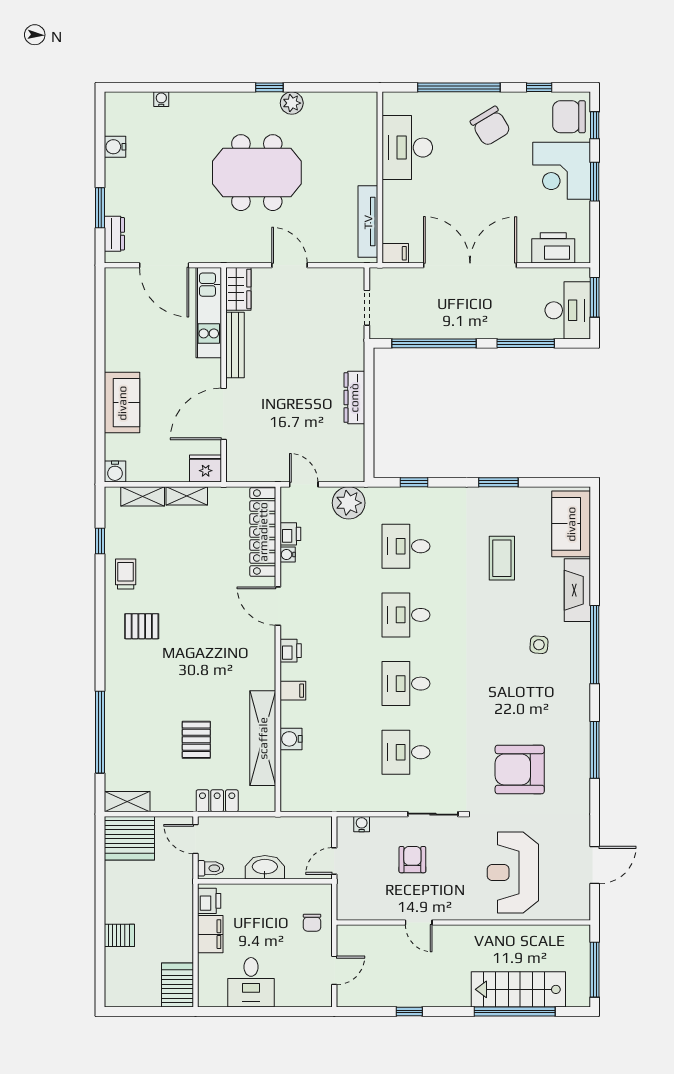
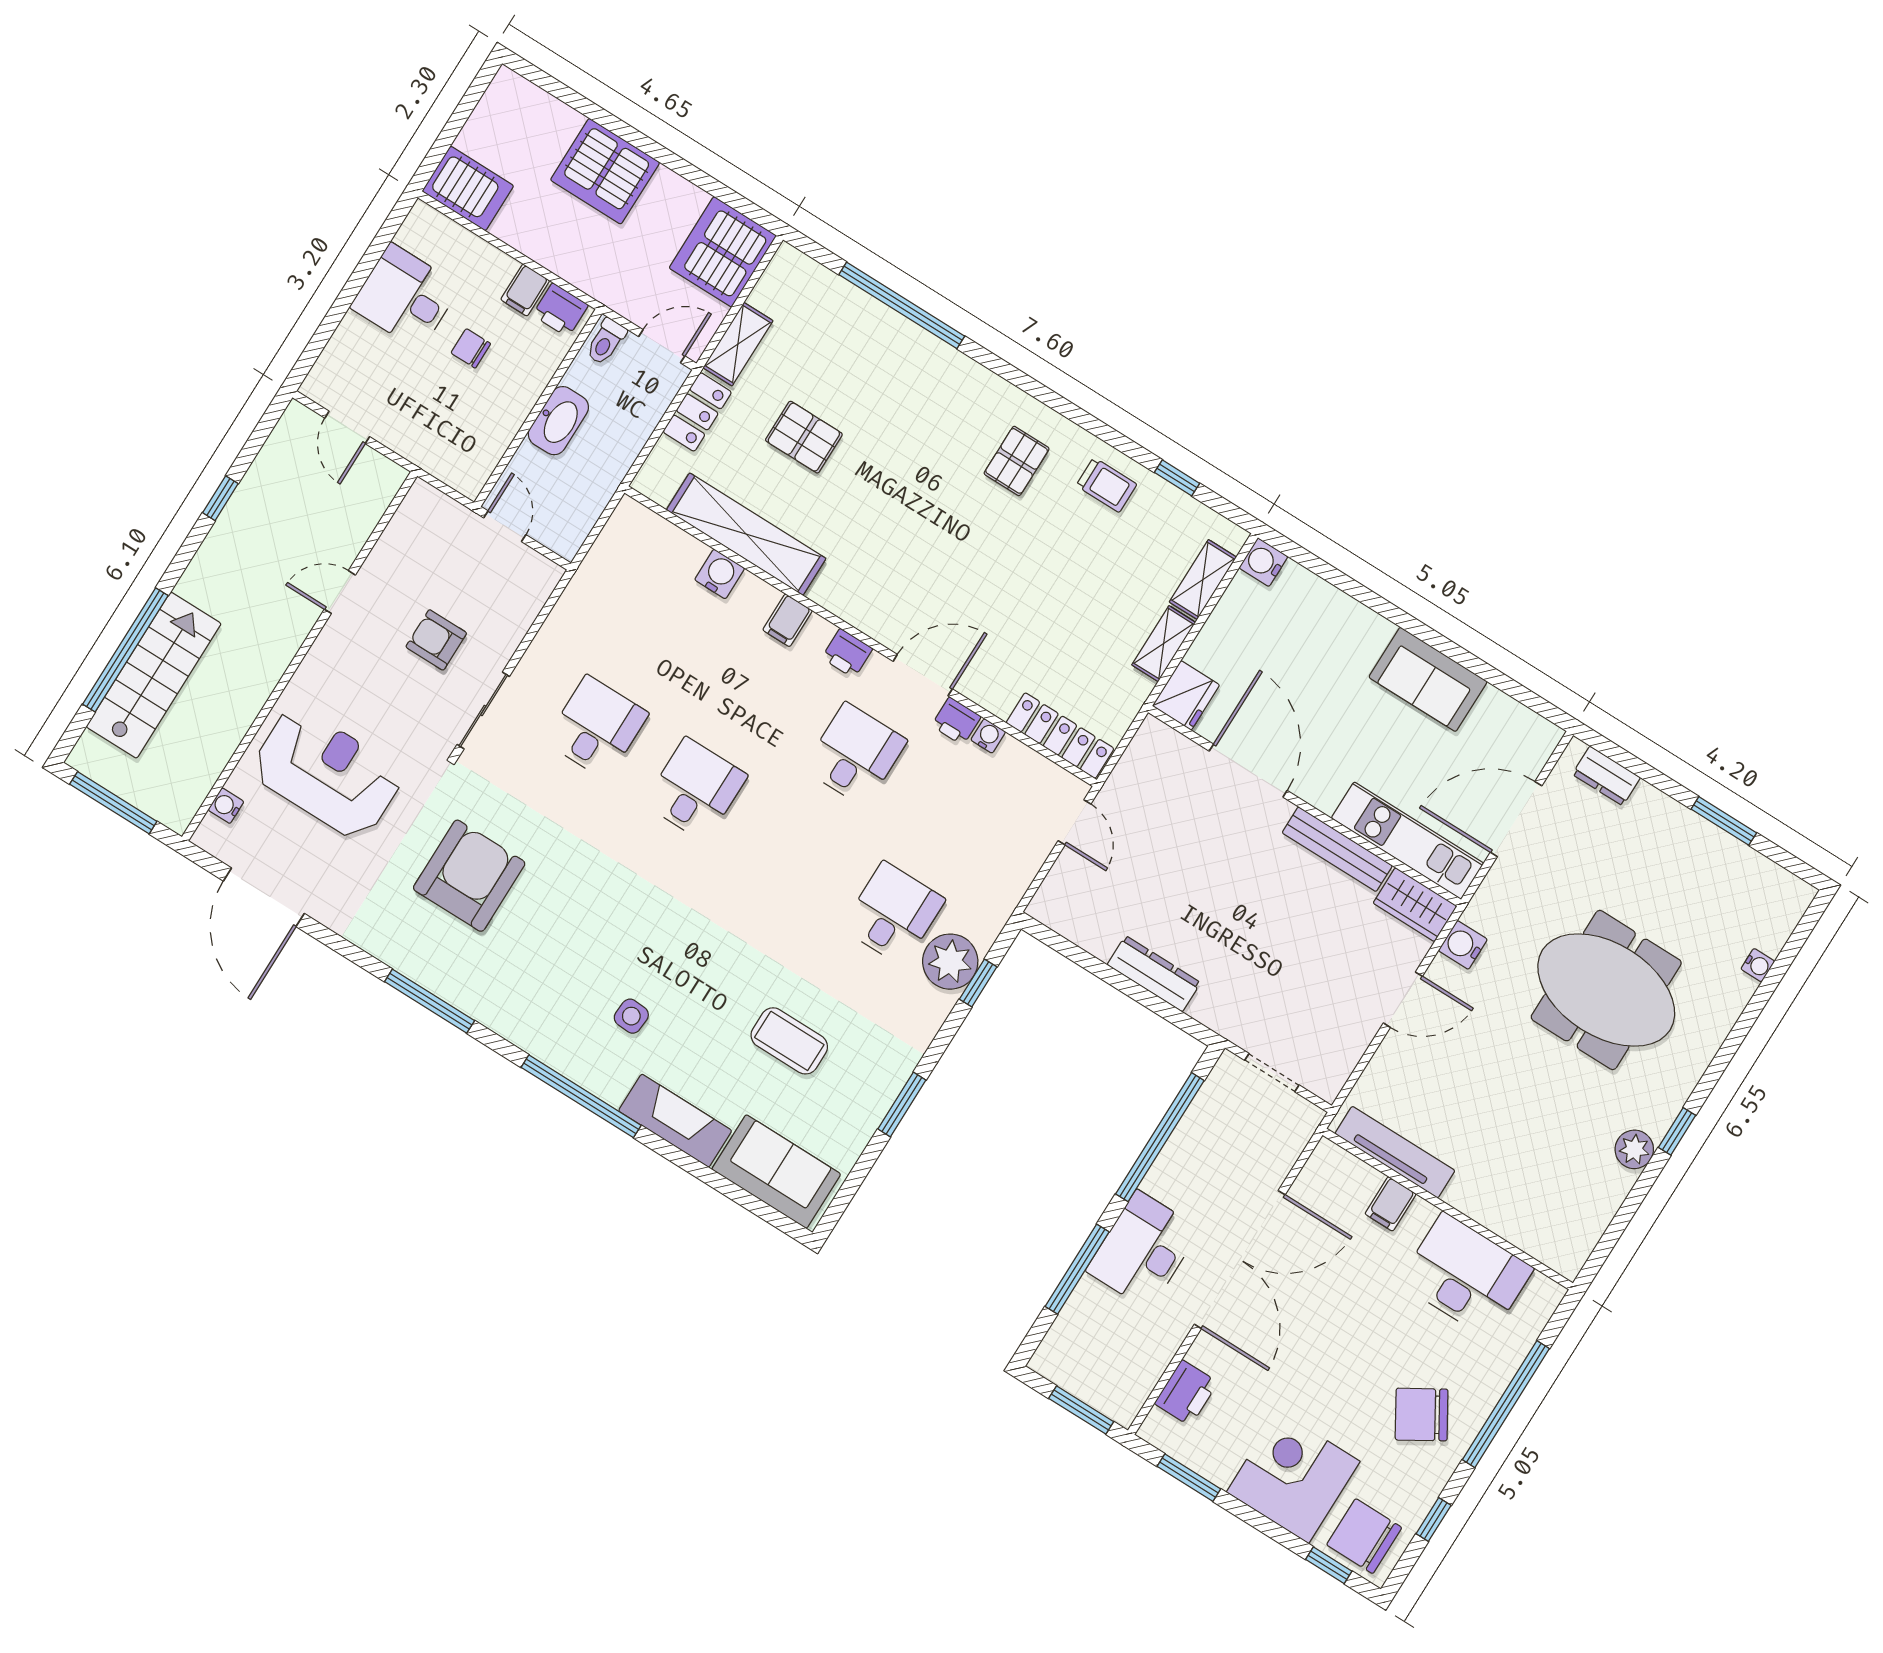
chair: (569, 117) -> (1364, 1536), turned -90
water cooler: (115, 147) -> (1463, 945), moved, turned -90
meeting table: (257, 173) -> (1606, 990), moved, turned 90
window: (595, 182) -> (1189, 1478), moved
window: (100, 208) -> (1724, 821), moved
printer: (553, 248) -> (1186, 1393), width x0.73, depth x0.84
filing cabinet: (395, 253) -> (1391, 1204), moved
desk: (568, 310) -> (1143, 1250), moved, turned 90
sofa: (122, 403) -> (1428, 679), moved
door: (304, 484) -> (1074, 822), hinge flipped
plant: (349, 503) -> (950, 962), moved
locker: (263, 532) -> (1060, 736), width x0.71, depth x0.83
printer: (290, 534) -> (956, 721), moved
desk: (406, 615) -> (855, 755), moved
shelving: (127, 802) -> (738, 344), moved
water cooler: (362, 824) -> (226, 806), moved, turned 180
armchair: (412, 860) -> (436, 640), turned 180
door: (595, 865) -> (264, 897), width x1.36
chair: (312, 923) -> (471, 348), moved
filing cabinet: (210, 934) -> (525, 290), width x0.50
server rack: (119, 935) -> (605, 171), width x2.18, depth x1.44

